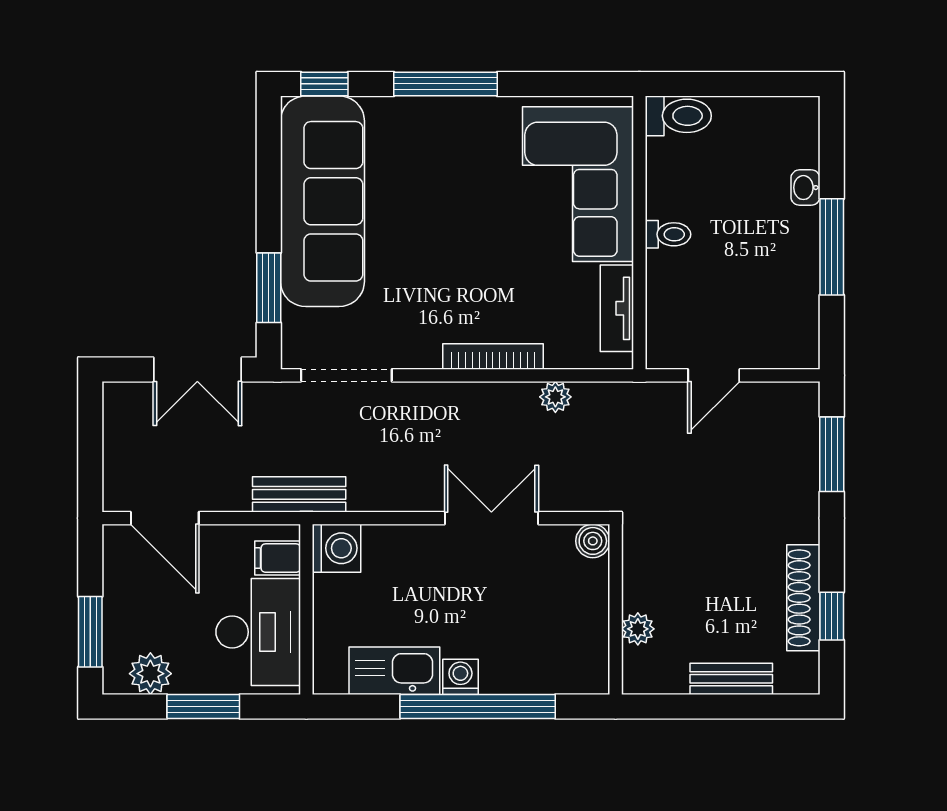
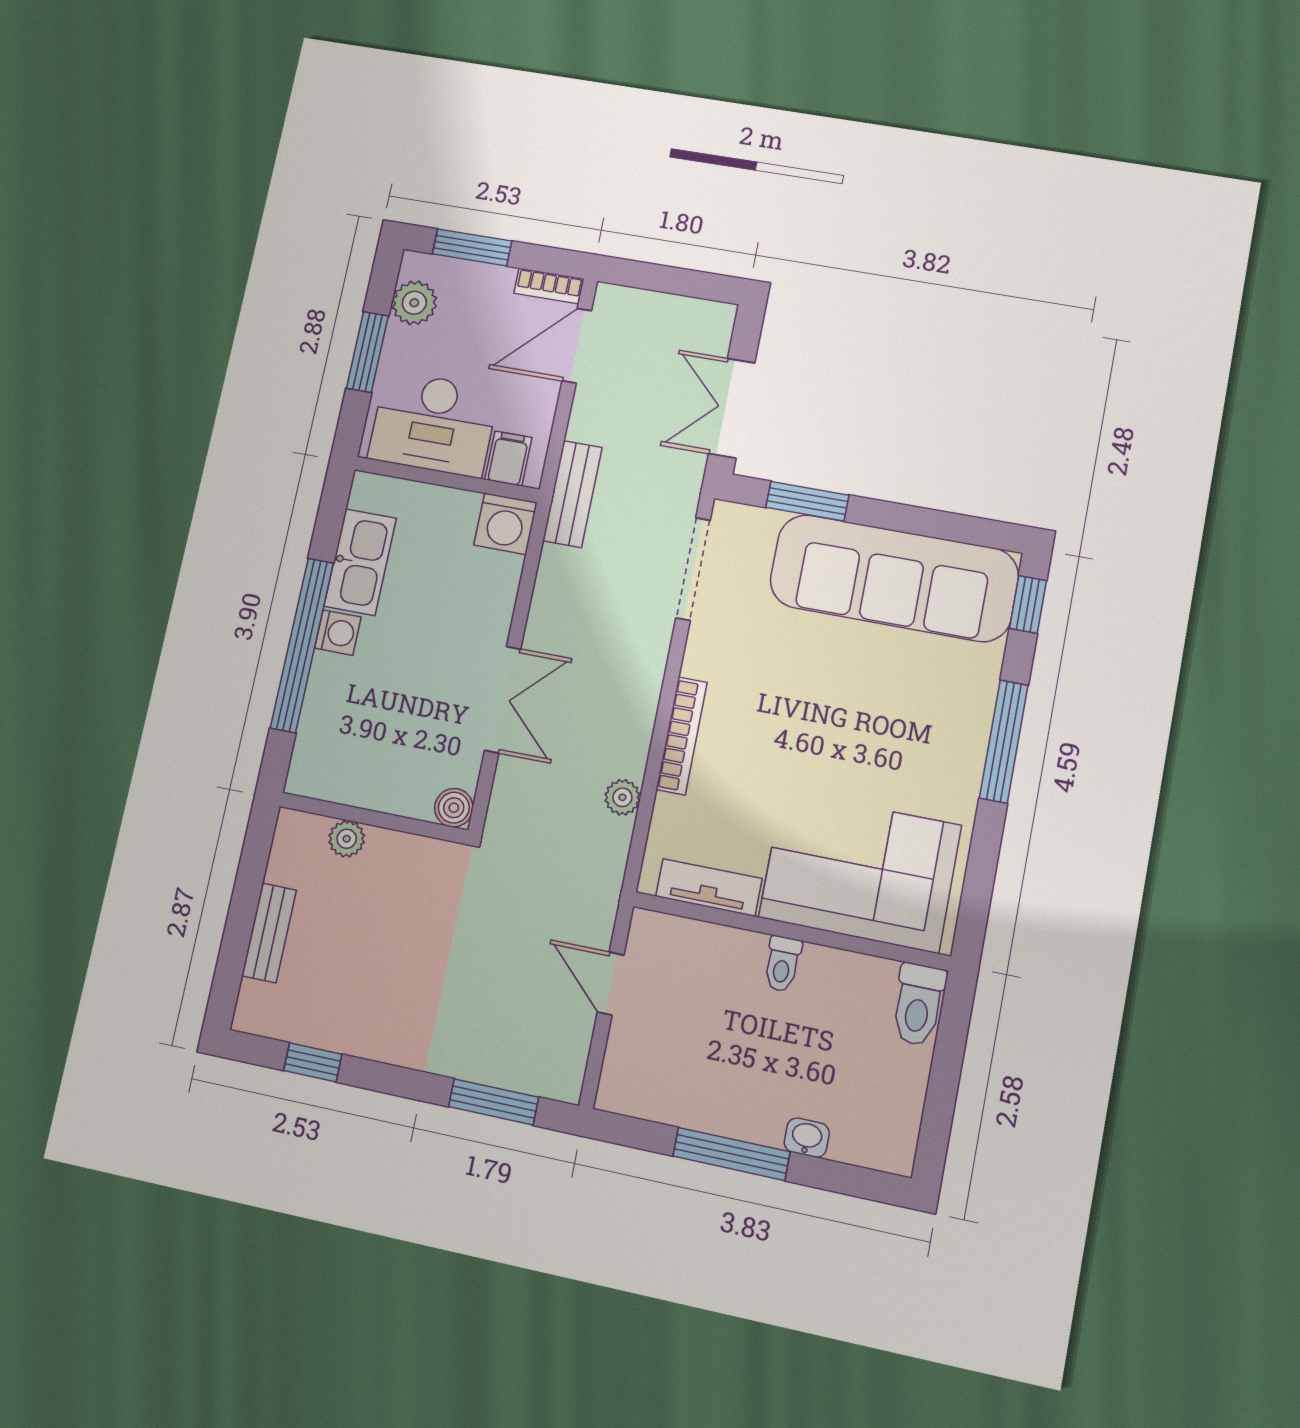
bookcase: (114, 554) -> (549, 286), added
shoe rack: (803, 598) -> (340, 1034), removed

